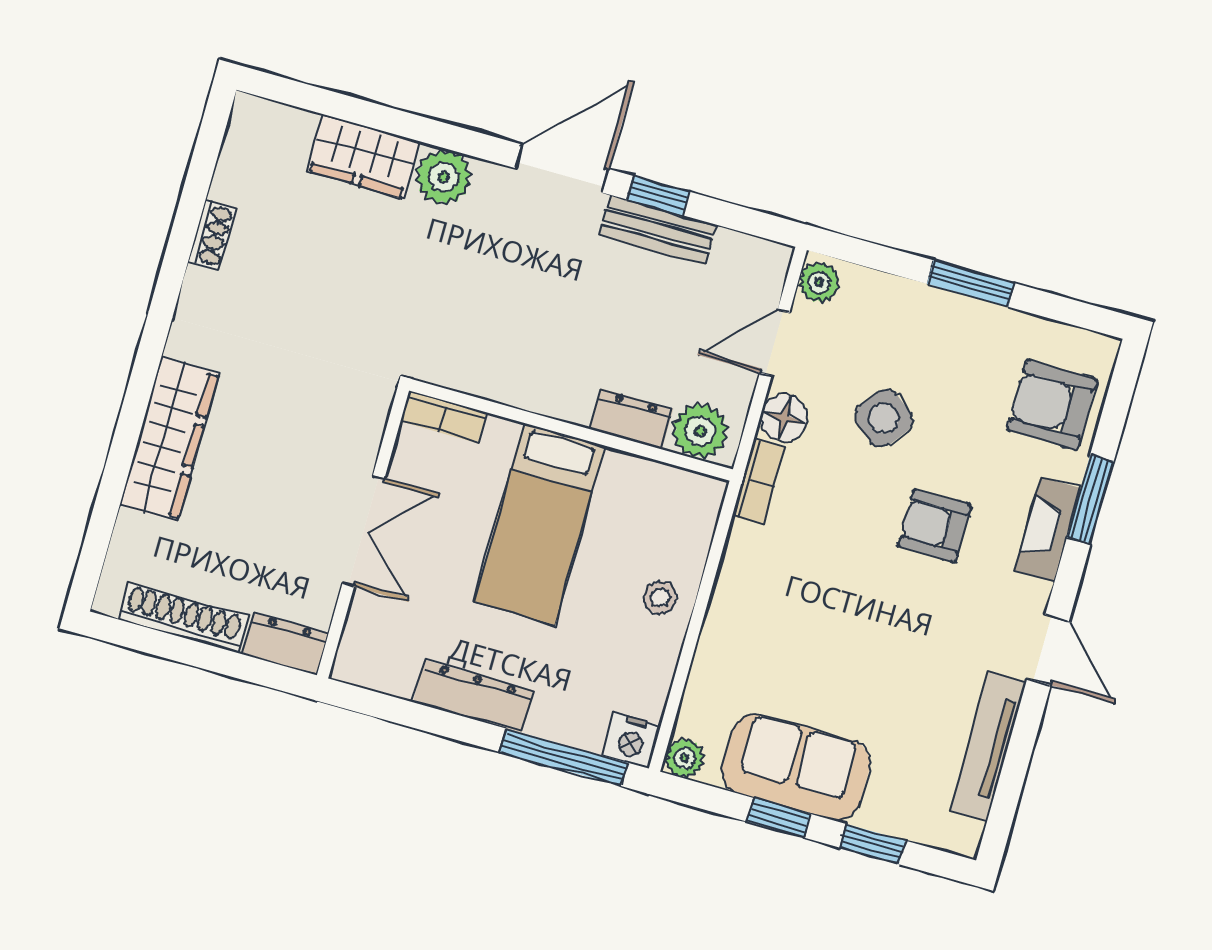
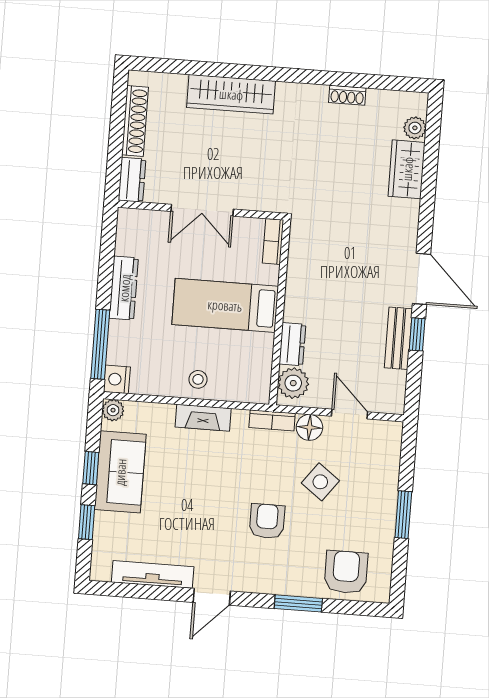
plant: (444, 177) -> (415, 128), moved, width x0.73, depth x0.73
plant: (819, 282) -> (387, 432), removed
fireplace: (1048, 529) -> (203, 418), moved, turned 180

